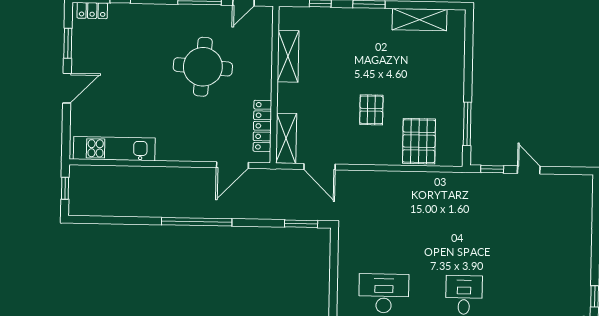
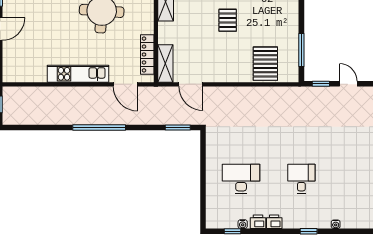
pallet: (371, 110) -> (228, 20), moved
kitchen unit: (114, 149) -> (78, 74), moved
door: (232, 165) -> (125, 84), hinge flipped

